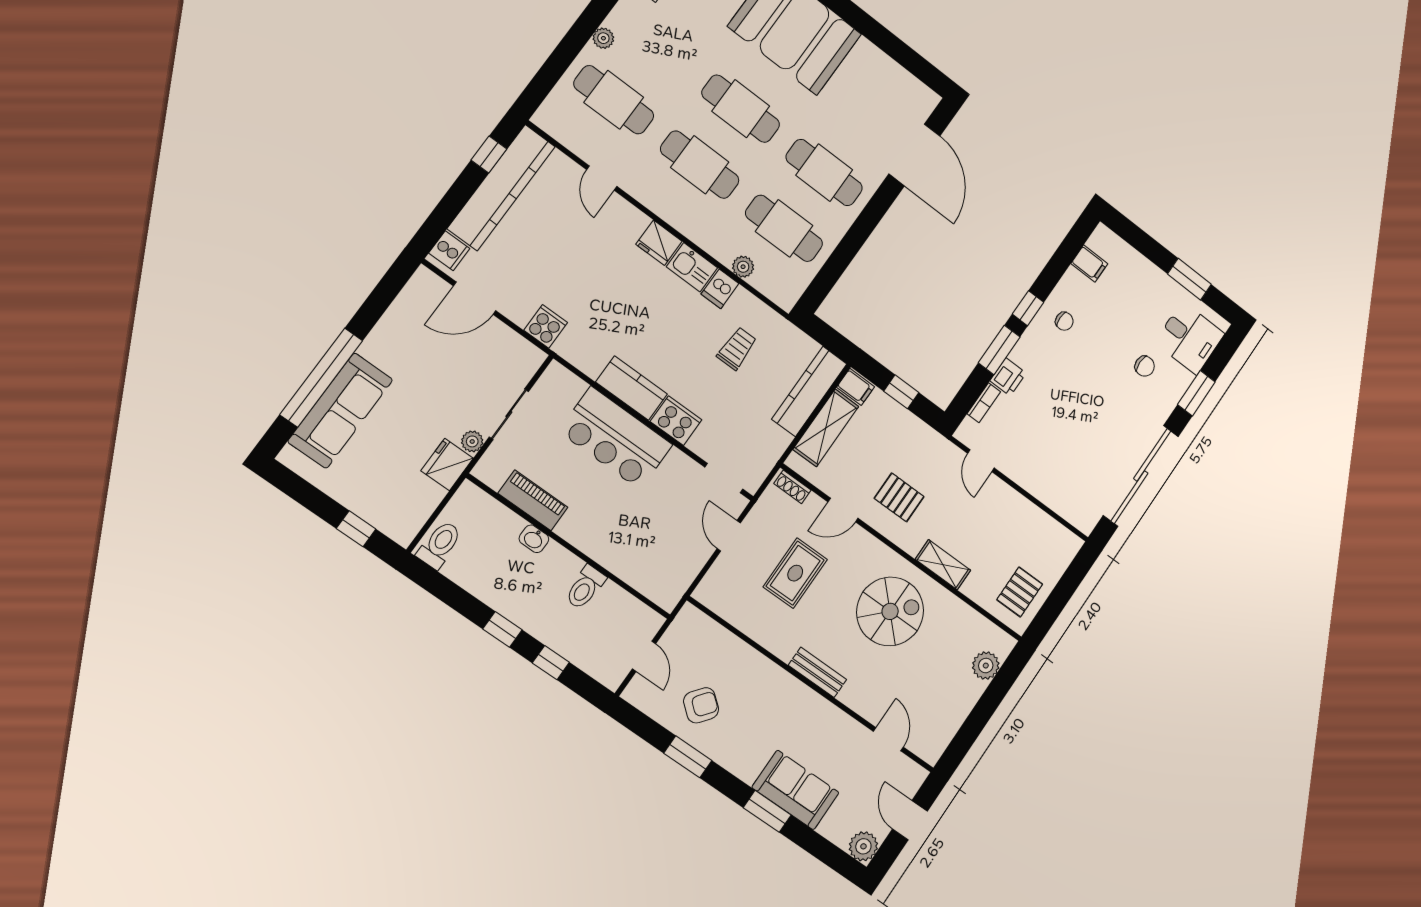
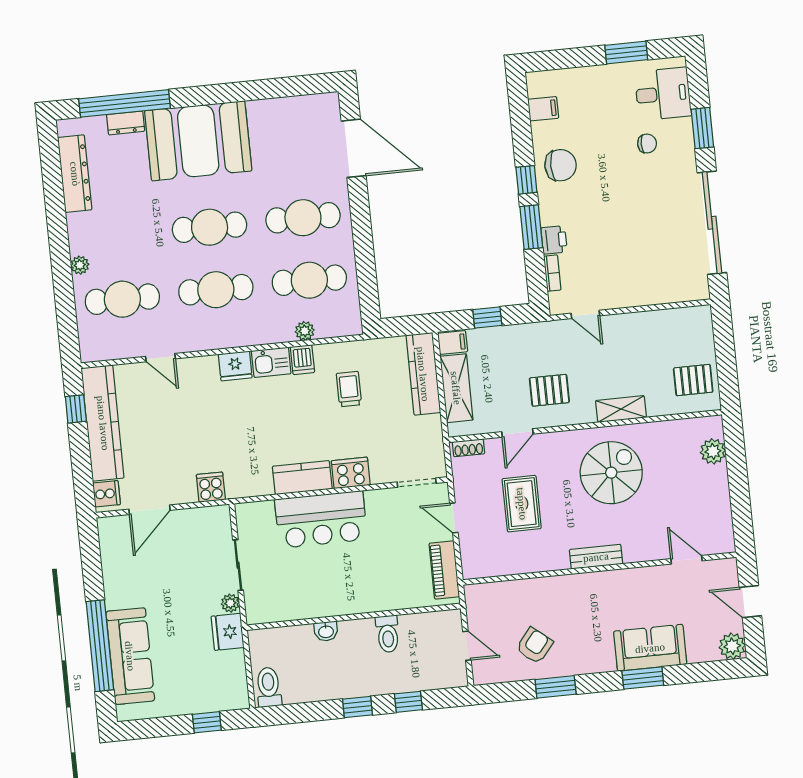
chair: (1064, 321) -> (561, 165), width x1.87, depth x1.87
piano: (533, 500) -> (444, 570), moved, turned -90
pallet: (1020, 592) -> (693, 380), turned 90

